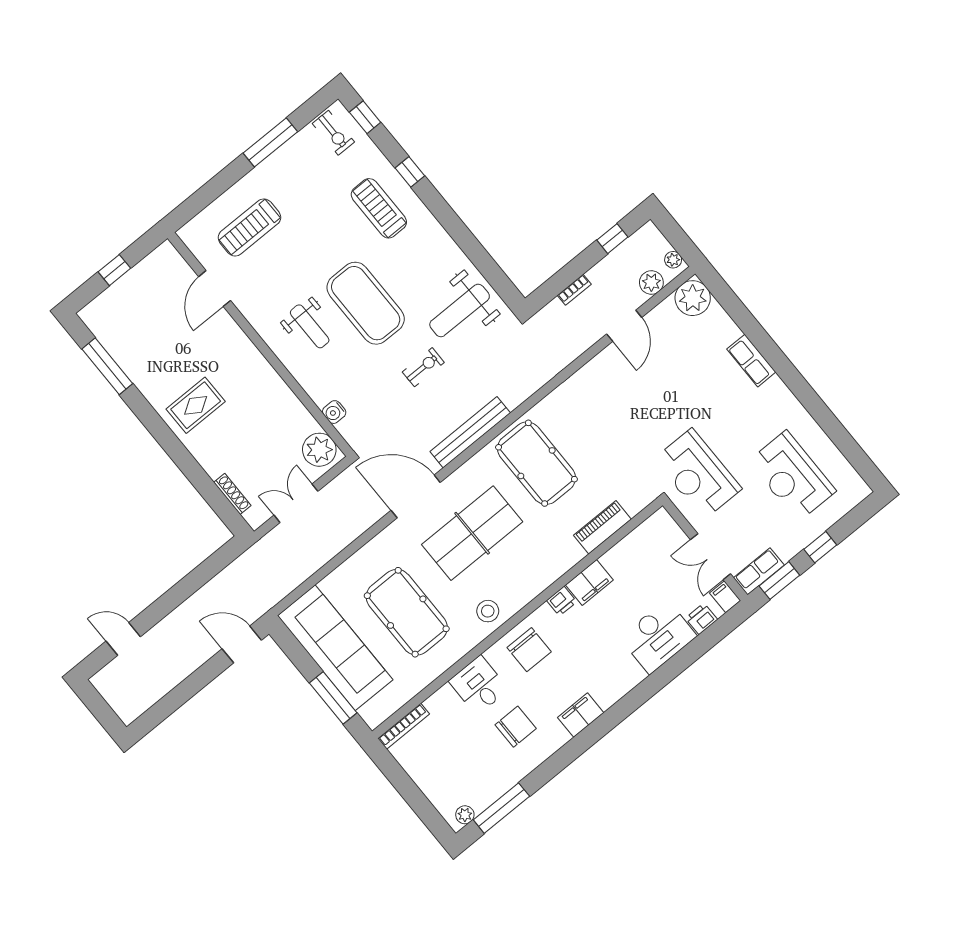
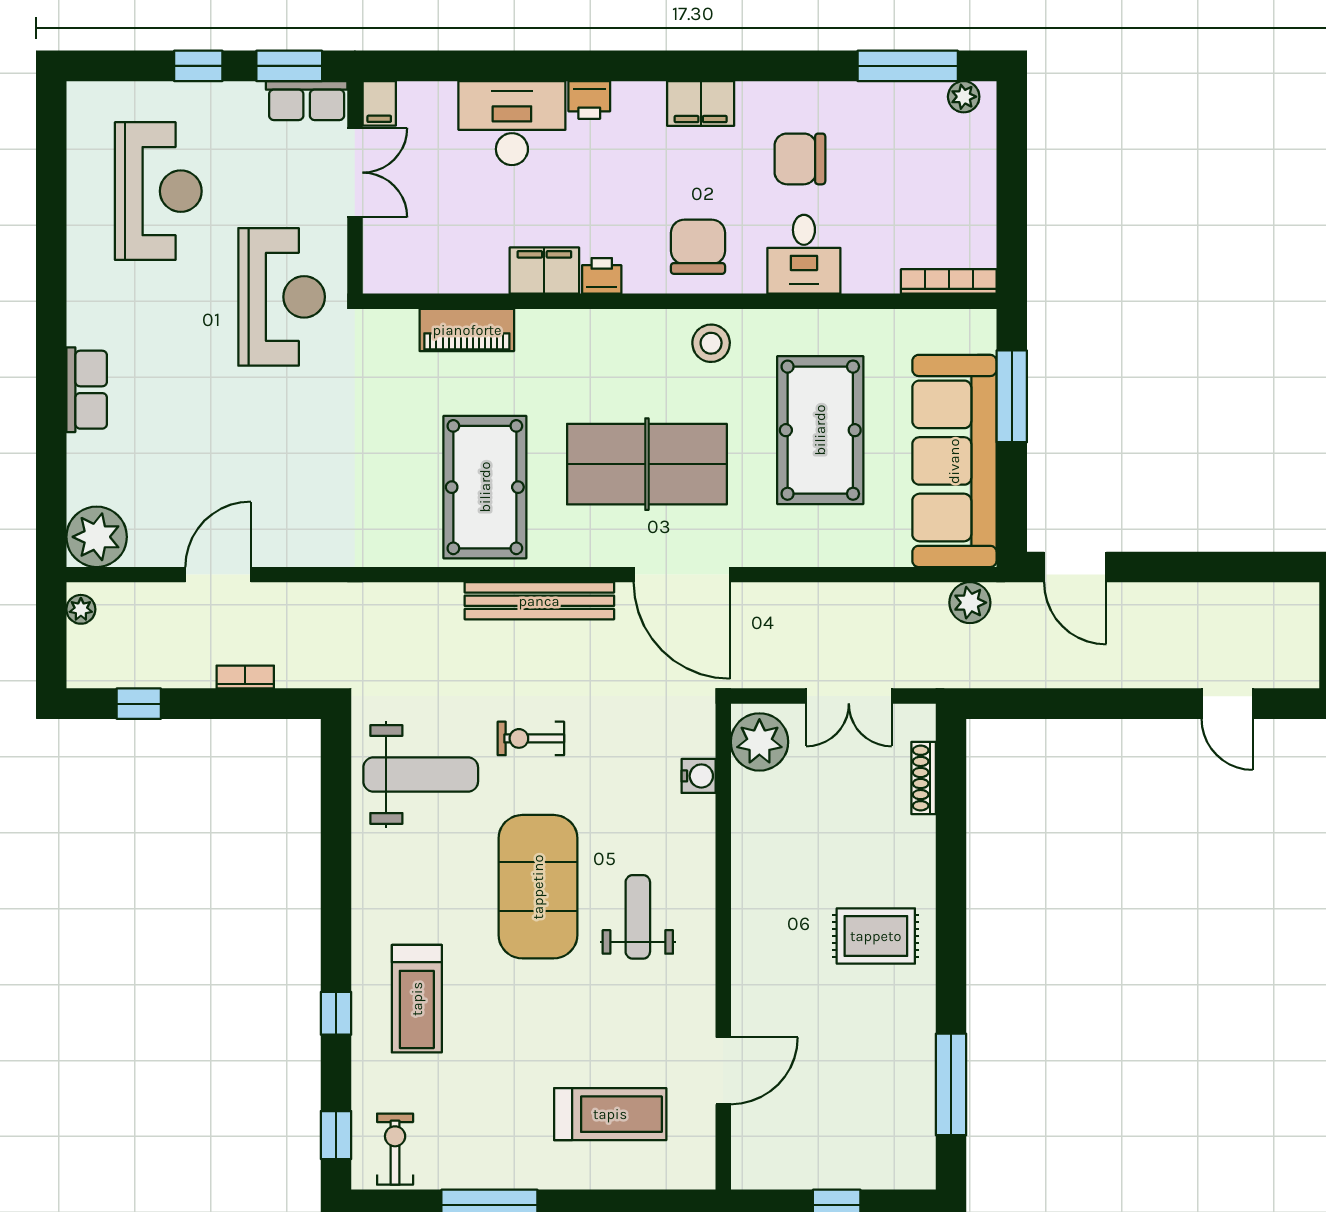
plant: (651, 282) -> (970, 603), moved
printer: (701, 619) -> (589, 100), moved

